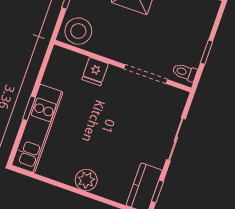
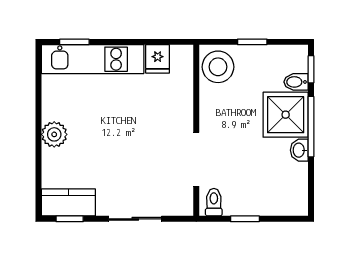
fridge: (95, 72) -> (158, 59), moved, turned -90
window: (29, 108) -> (74, 42), moved

